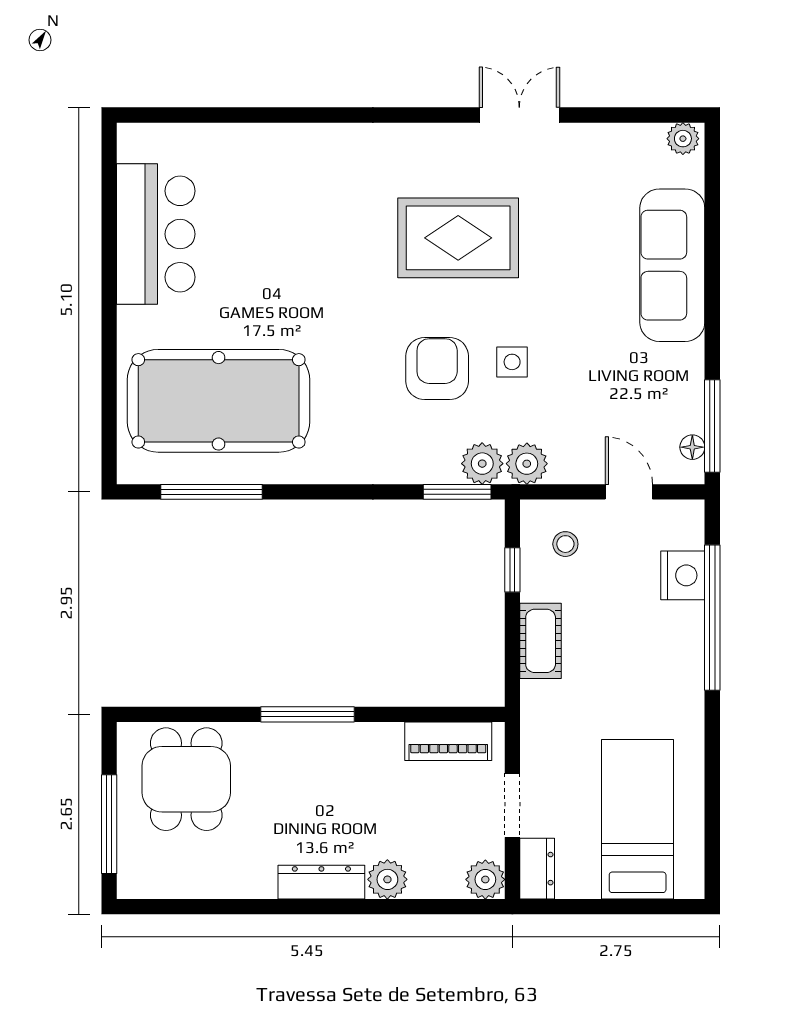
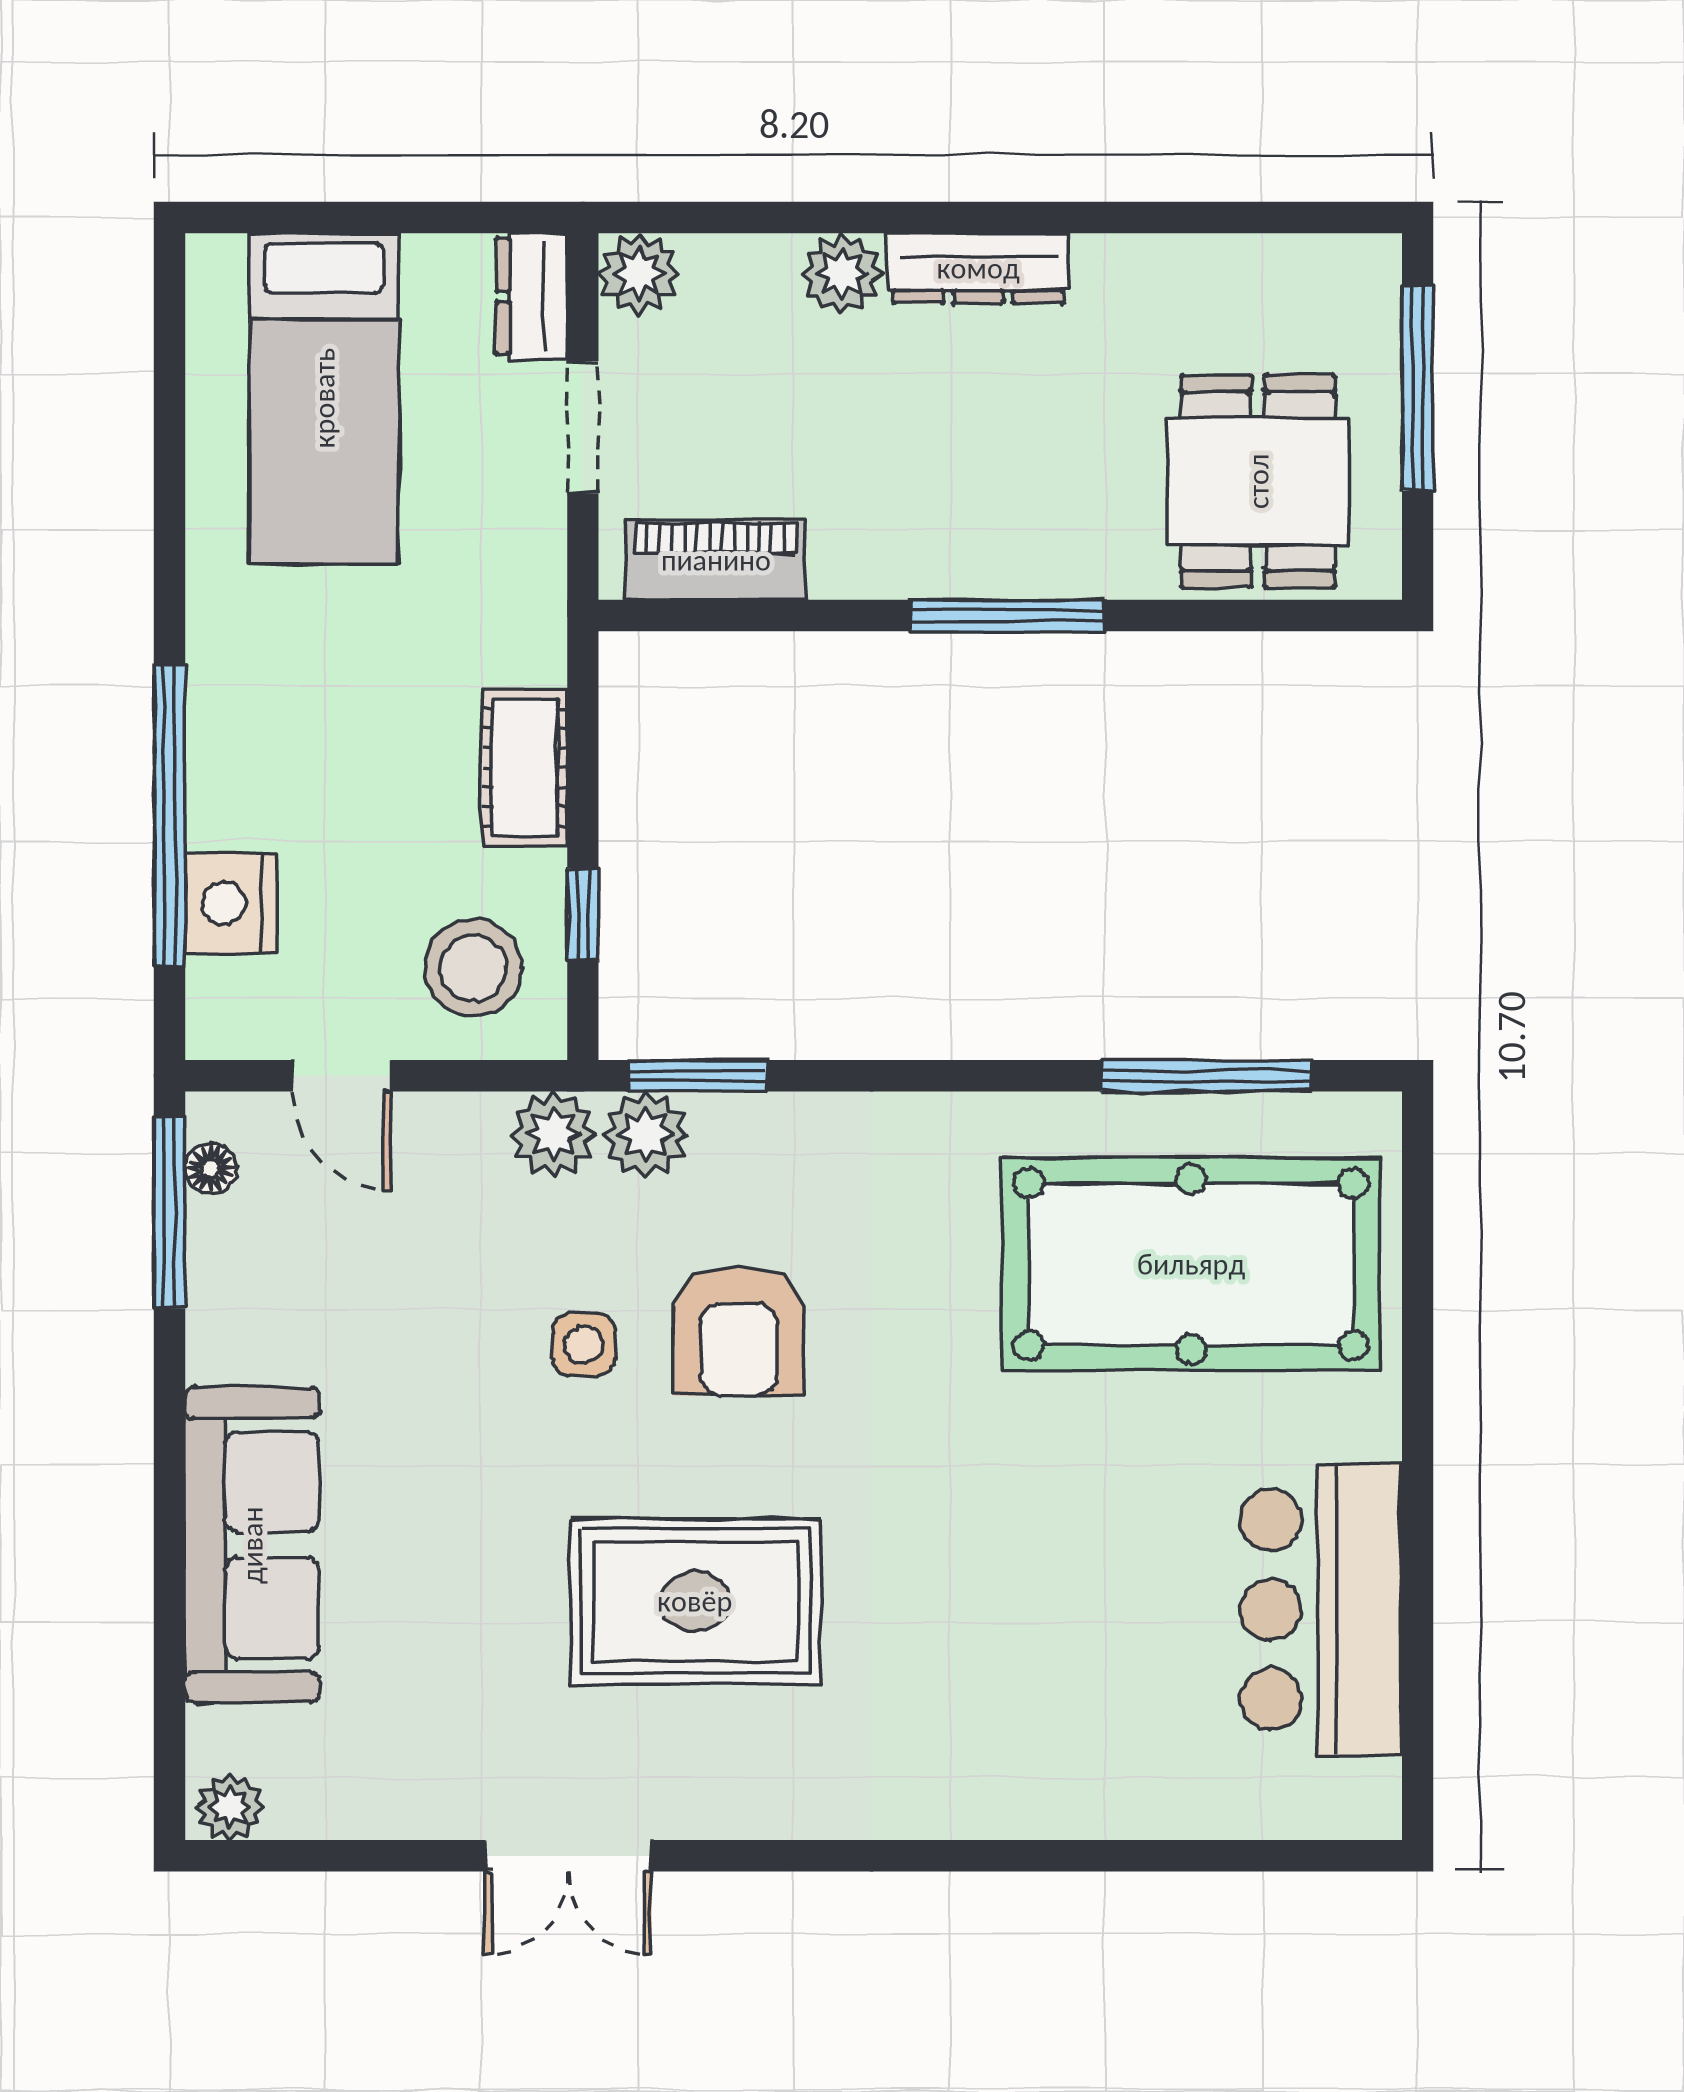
stool: (565, 544) -> (473, 968), width x1.89, depth x1.89

